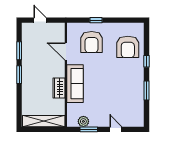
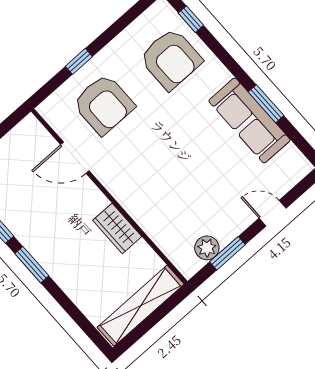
window: (147, 61) -> (191, 19), moved
sofa: (75, 84) -> (249, 120), moved, turned 180

